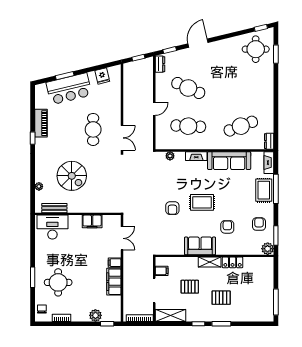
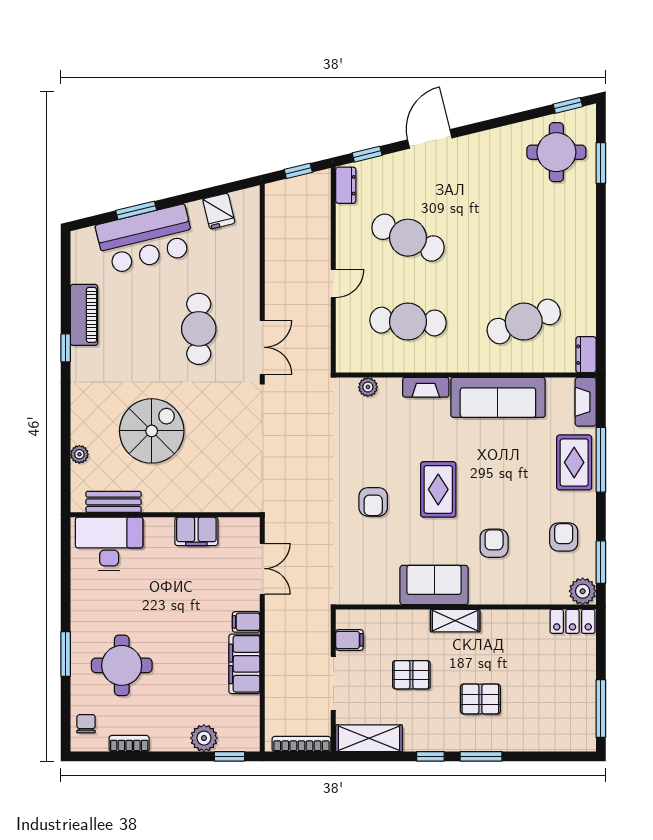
spiral stairs: (72, 176) -> (152, 431), turned -90
rug: (202, 202) -> (438, 489), turned 90
locker: (233, 262) -> (572, 621), moved

